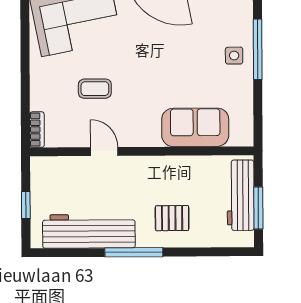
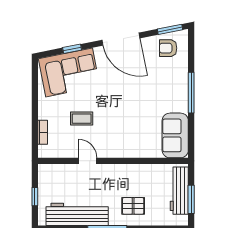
side table: (234, 56) -> (175, 97), removed
sofa: (195, 127) -> (175, 135), moved, turned -90
bookcase: (37, 130) -> (43, 132), moved

